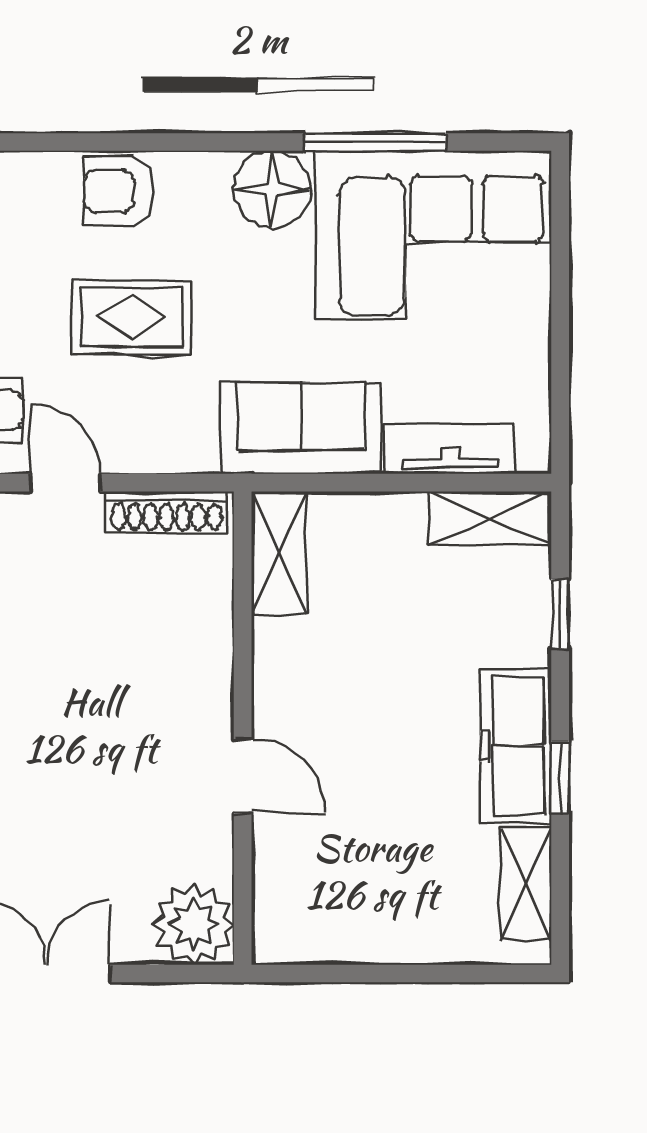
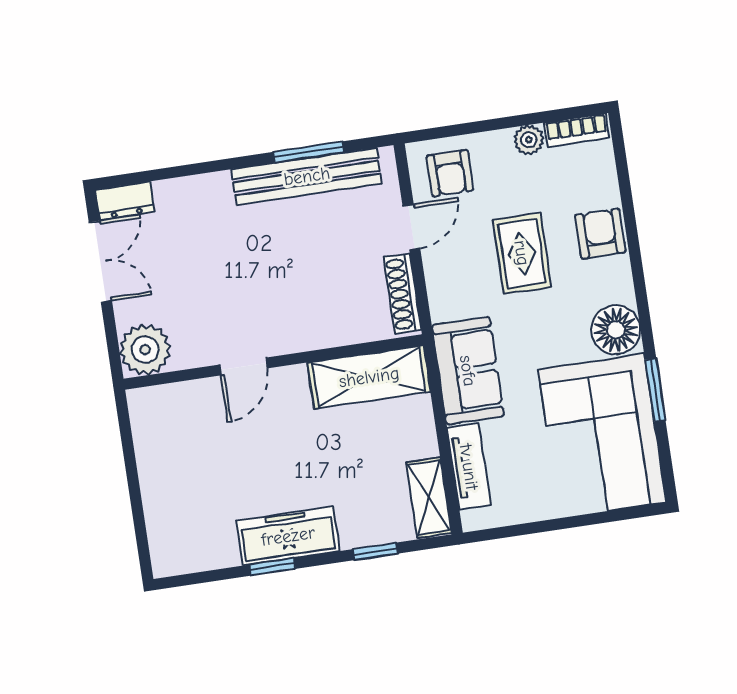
window: (375, 142) -> (655, 390), width x0.69
shelving: (279, 553) -> (369, 377), width x1.50, depth x1.33
shelving: (526, 884) -> (202, 555), removed

